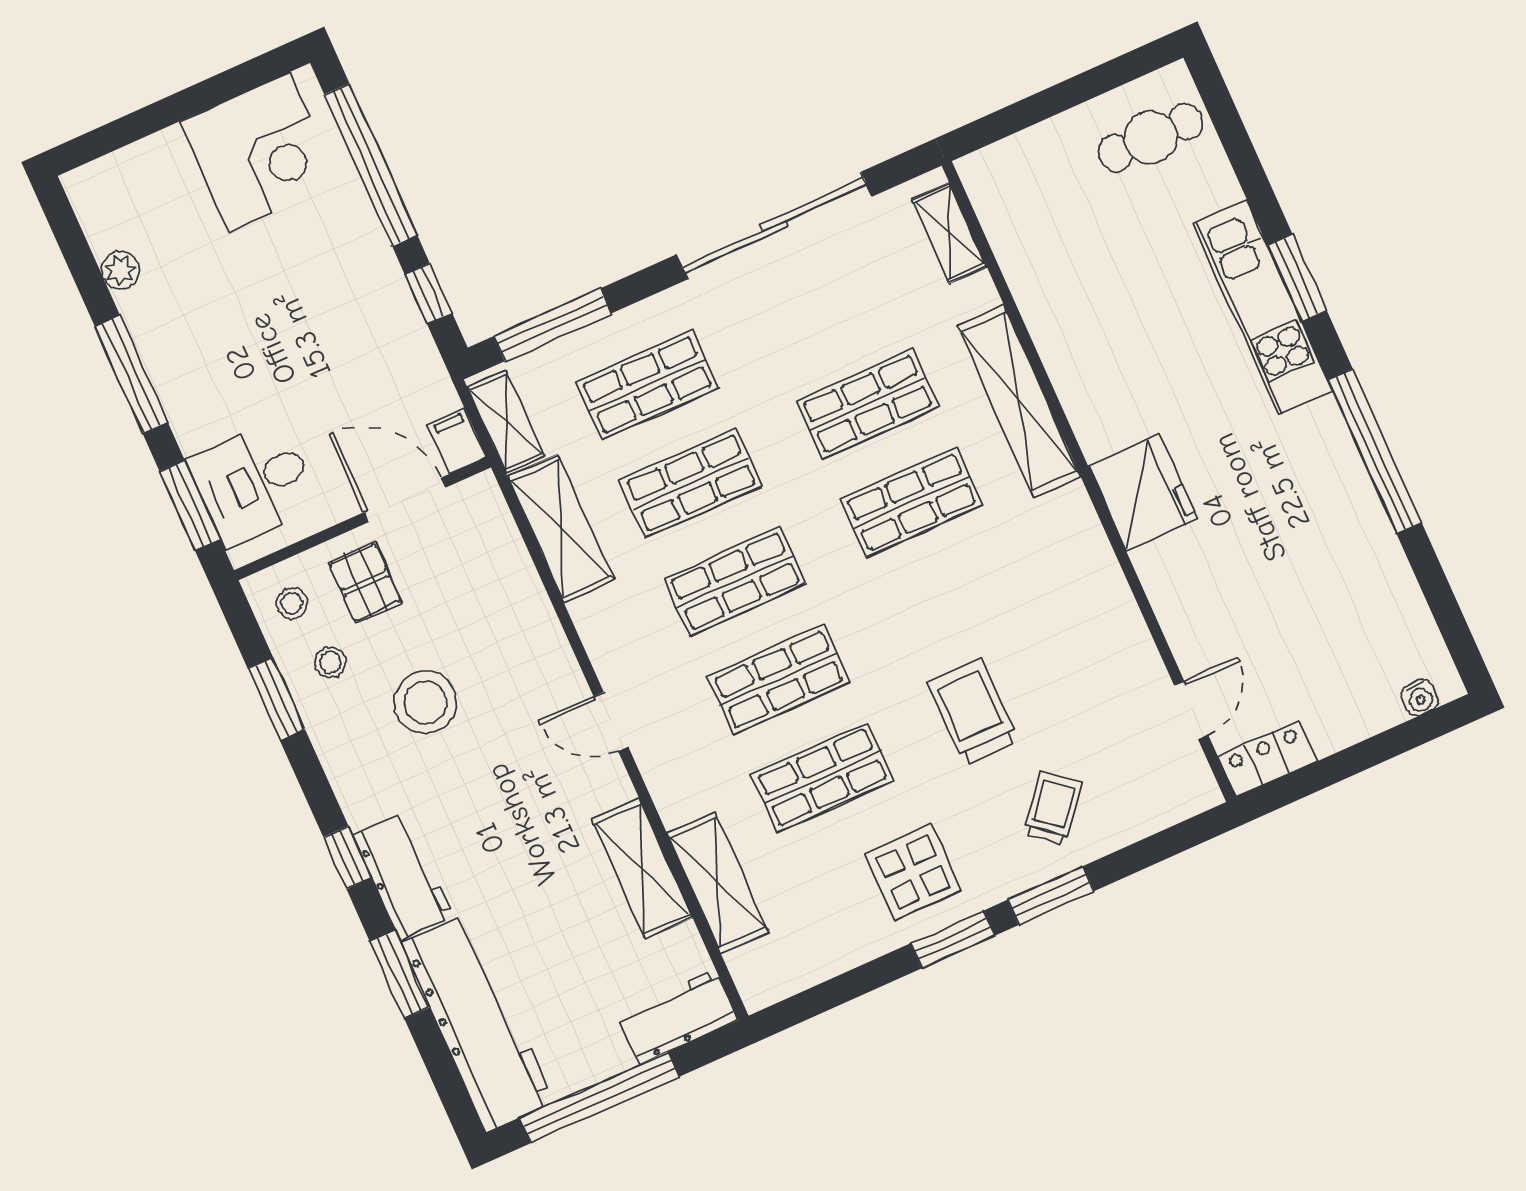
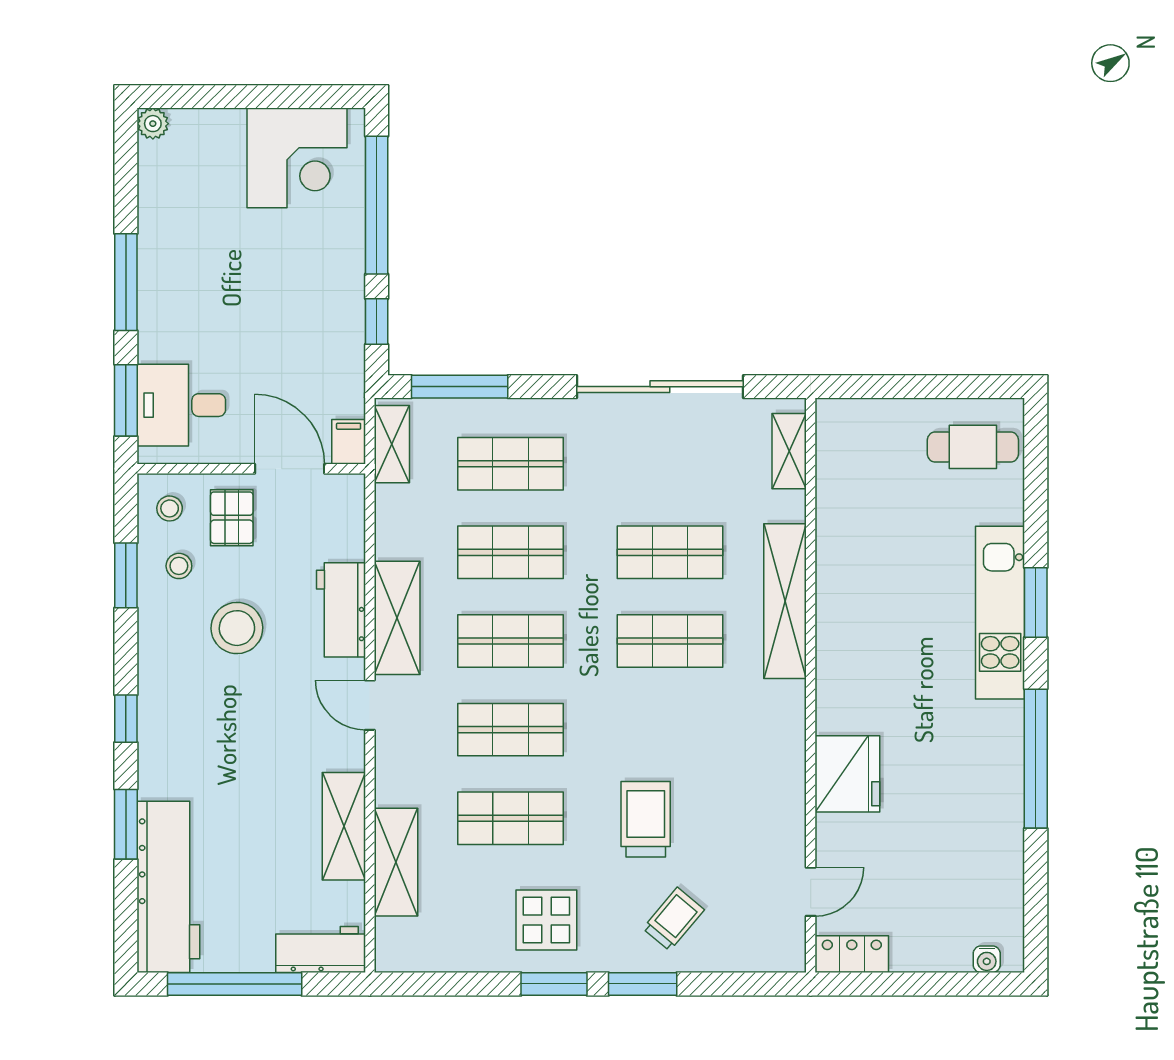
plant: (120, 270) -> (153, 124), moved
fridge: (1143, 493) -> (847, 774), moved
shelving: (561, 529) -> (397, 618), moved
workbench: (403, 876) -> (341, 610), moved, turned 180

